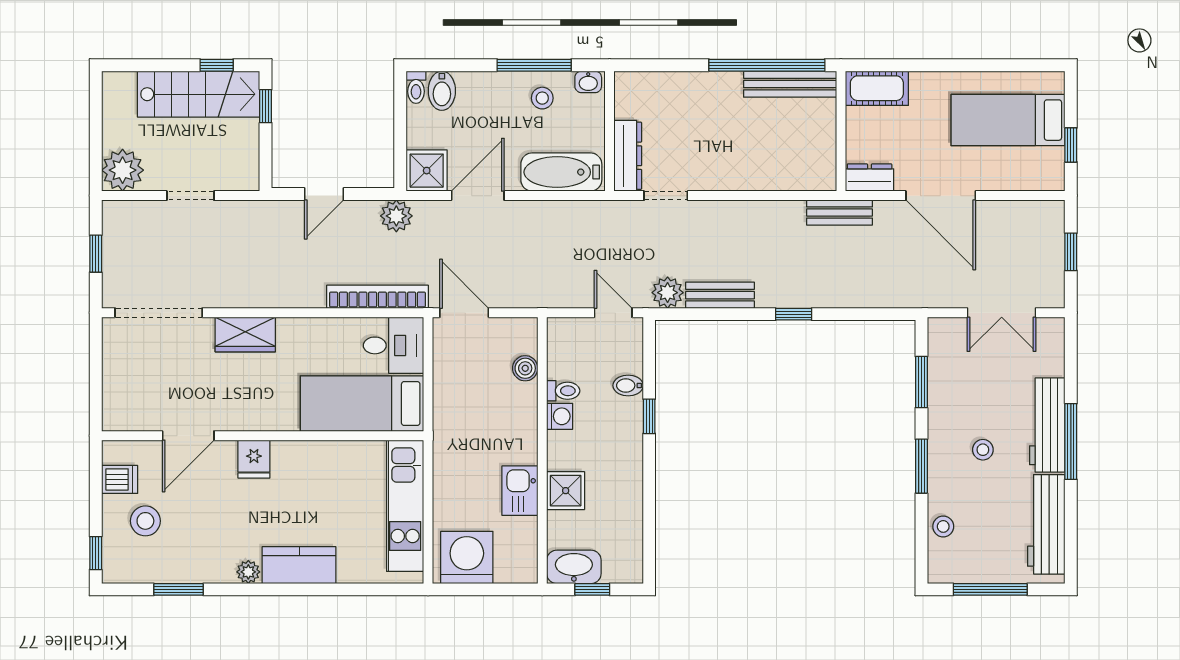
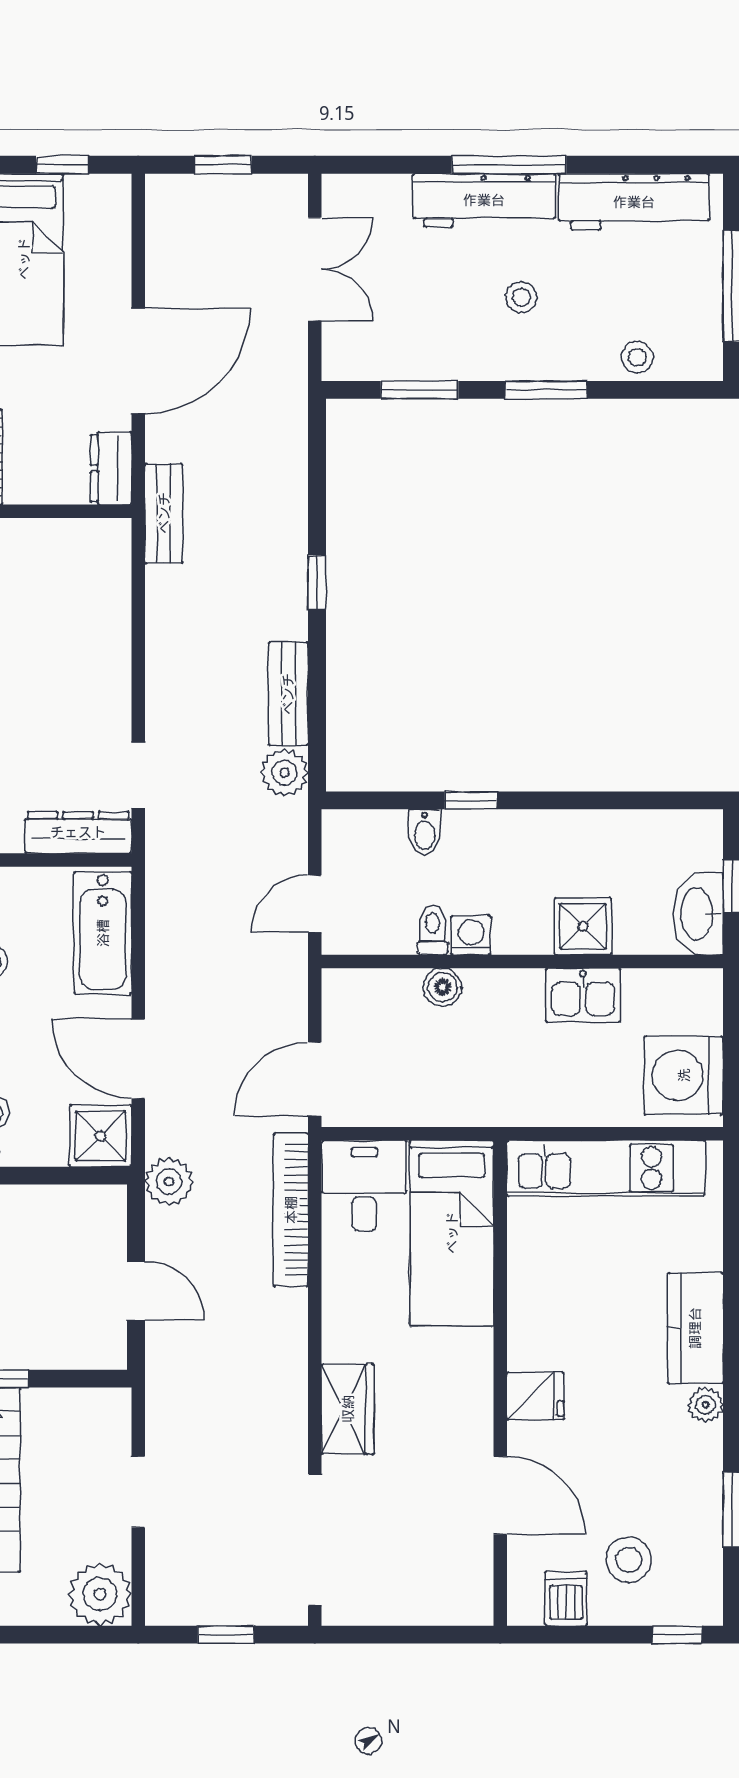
door: (613, 313) -> (315, 904), moved
boiler: (525, 368) -> (443, 987), moved

